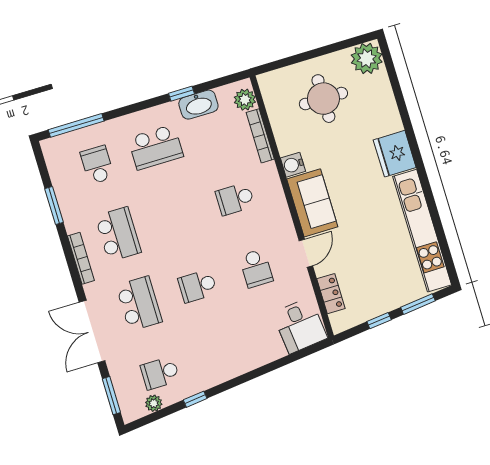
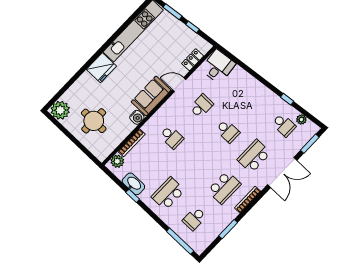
school desk: (156, 147) -> (168, 194), turned -90
school desk: (118, 234) -> (224, 187), turned 180

